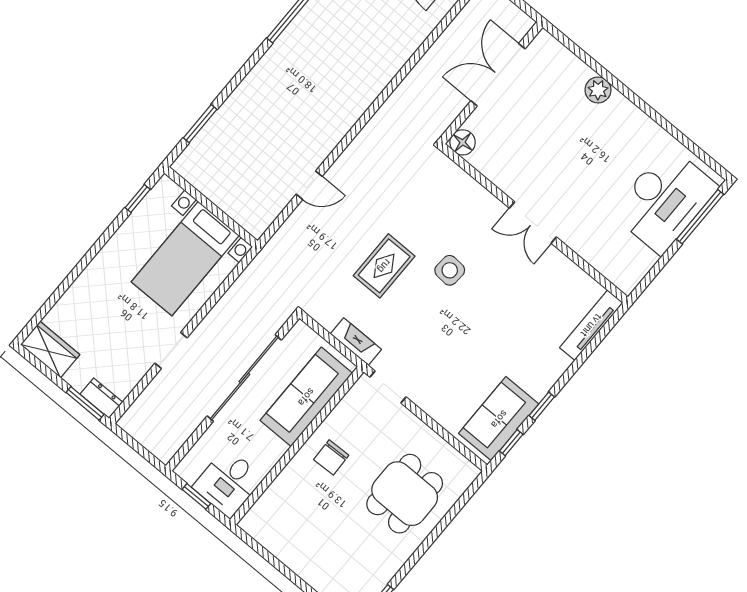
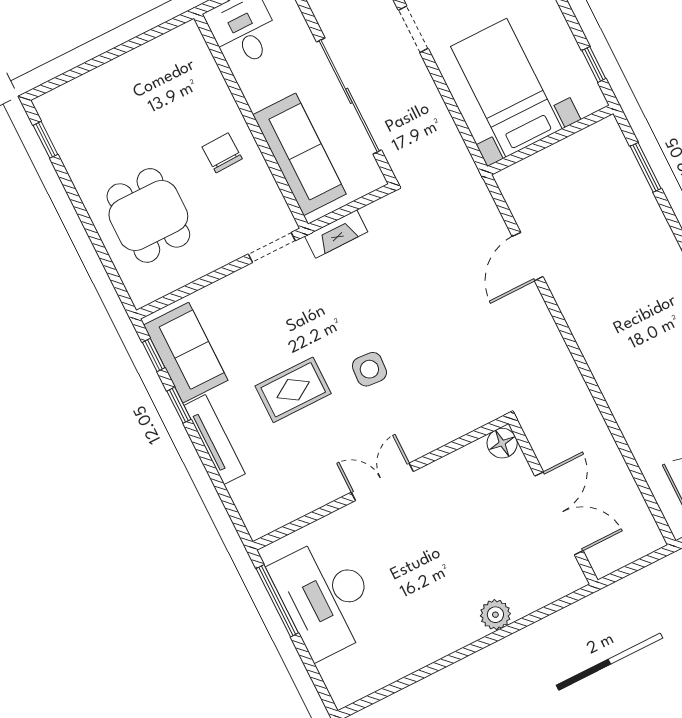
door: (309, 185) -> (528, 257), width x1.38
desk: (665, 200) -> (326, 597), moved
window: (700, 217) -> (277, 601), moved
rug: (384, 266) -> (293, 390), moved, turned 90
tv unit: (591, 325) -> (215, 440), moved

